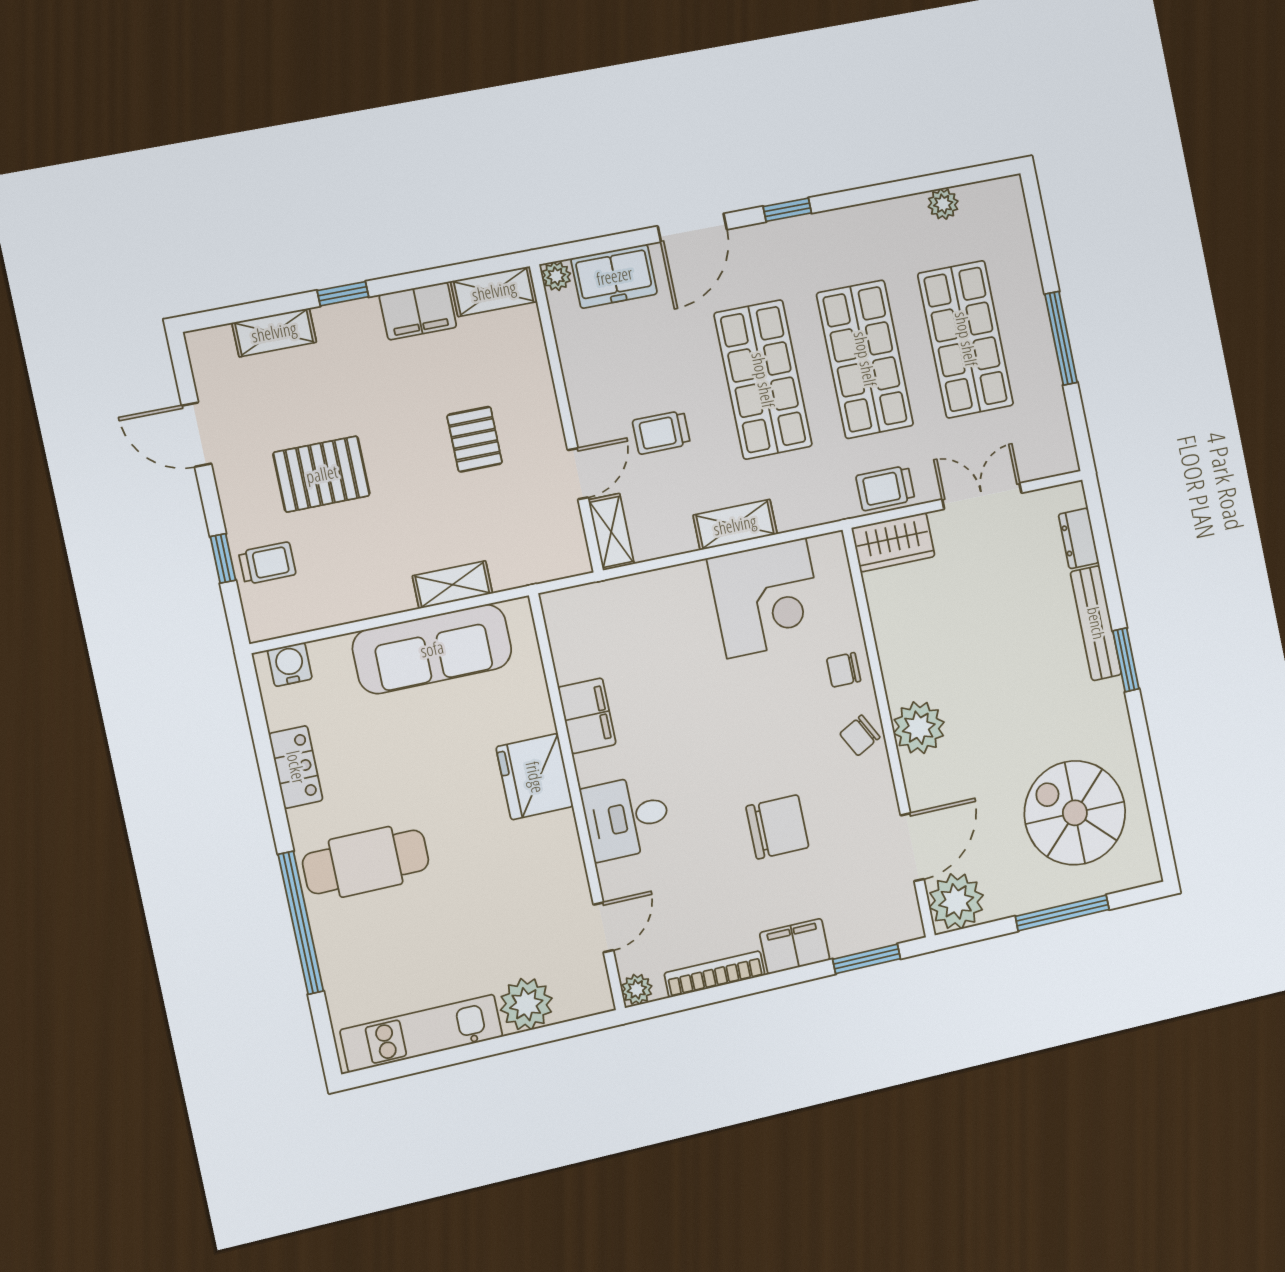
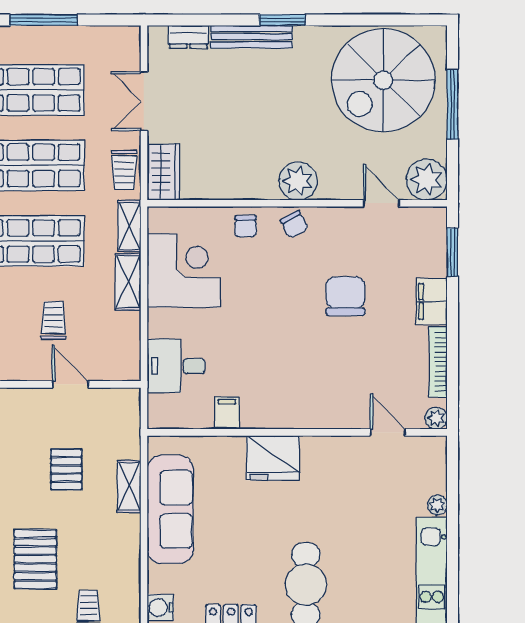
trolley: (661, 432) -> (53, 320), turned 180
pallet: (475, 439) -> (66, 469), moved, turned 90
shelving: (611, 532) -> (129, 226), moved, turned 90
filing cabinet: (587, 716) -> (227, 413), width x0.50
spiral stairs: (1075, 813) -> (383, 80), width x1.37, depth x1.37
desk: (627, 817) -> (176, 366), moved, turned 90
door: (912, 847) -> (381, 203), width x0.73
plant: (526, 1004) -> (437, 505), width x0.53, depth x0.53

